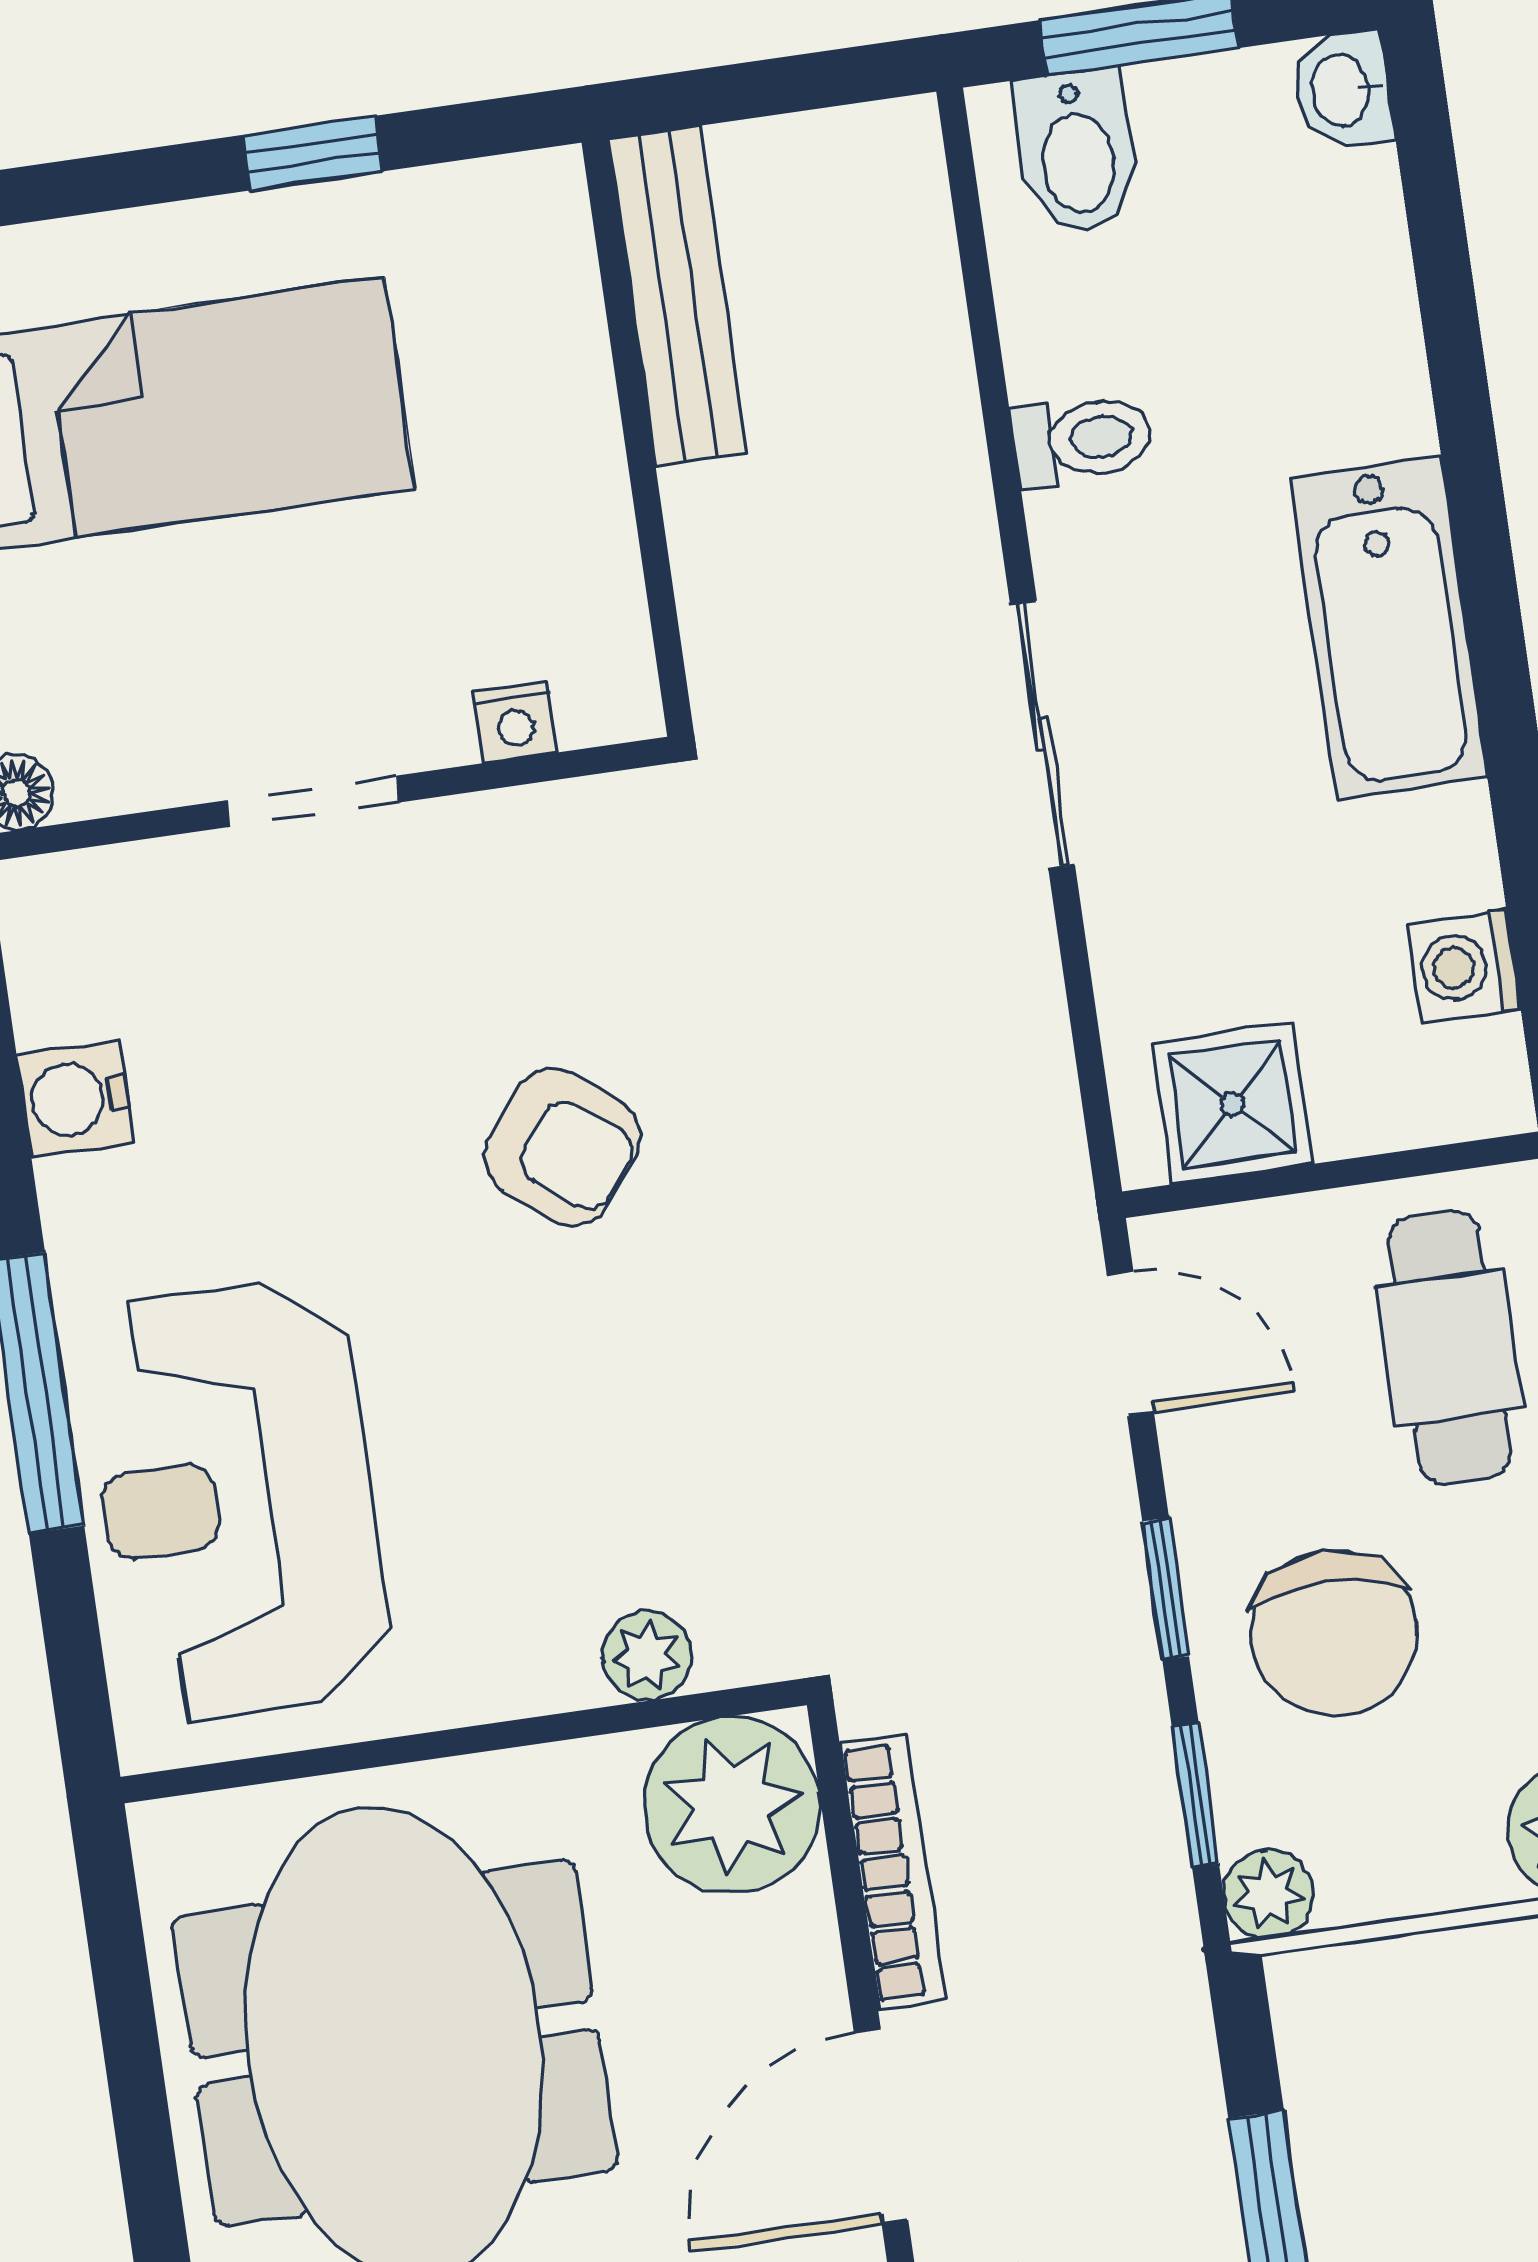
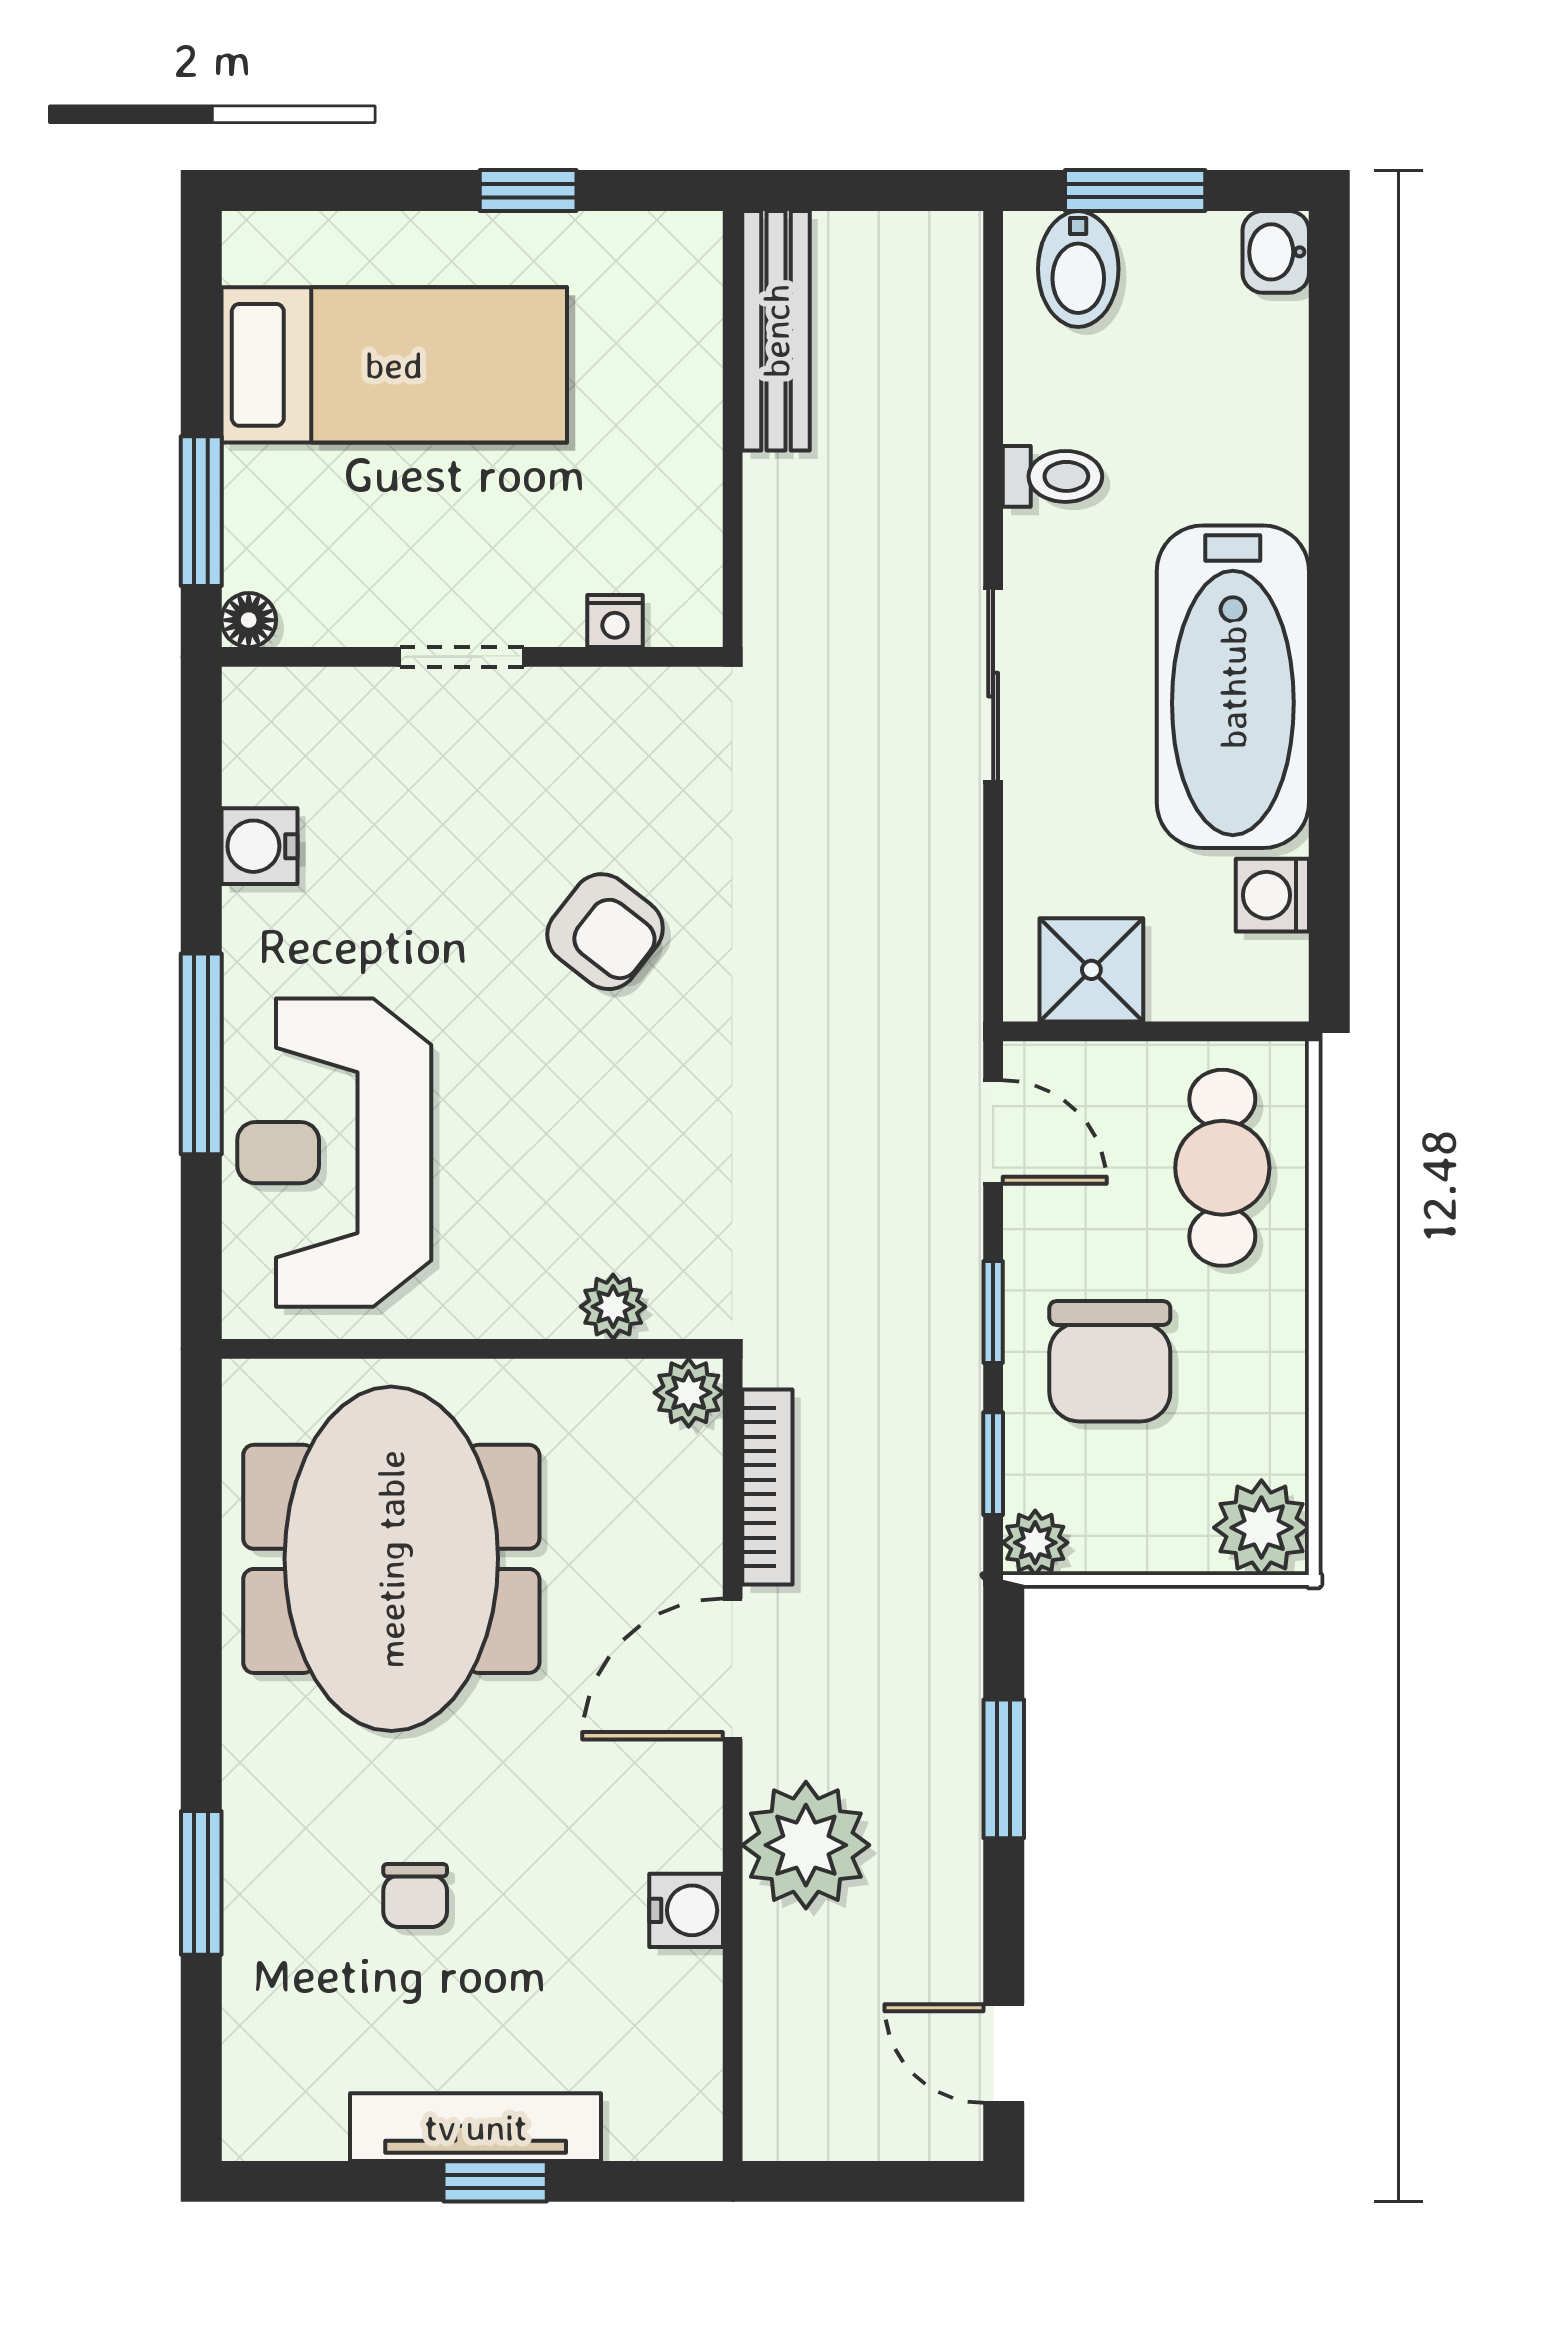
bathtub: (1389, 628) -> (1233, 687), width x1.36, depth x1.36
plant: (732, 1805) -> (689, 1393), width x0.53, depth x0.53

